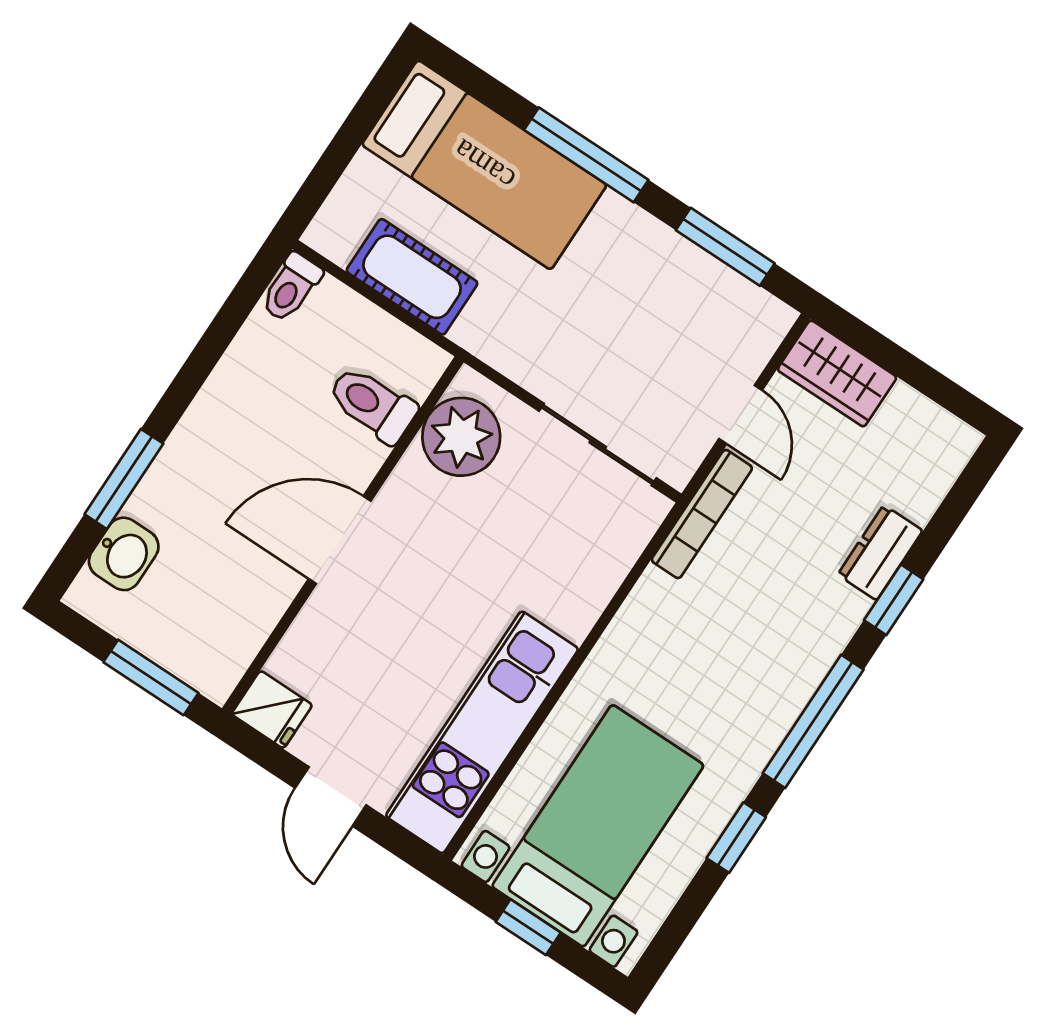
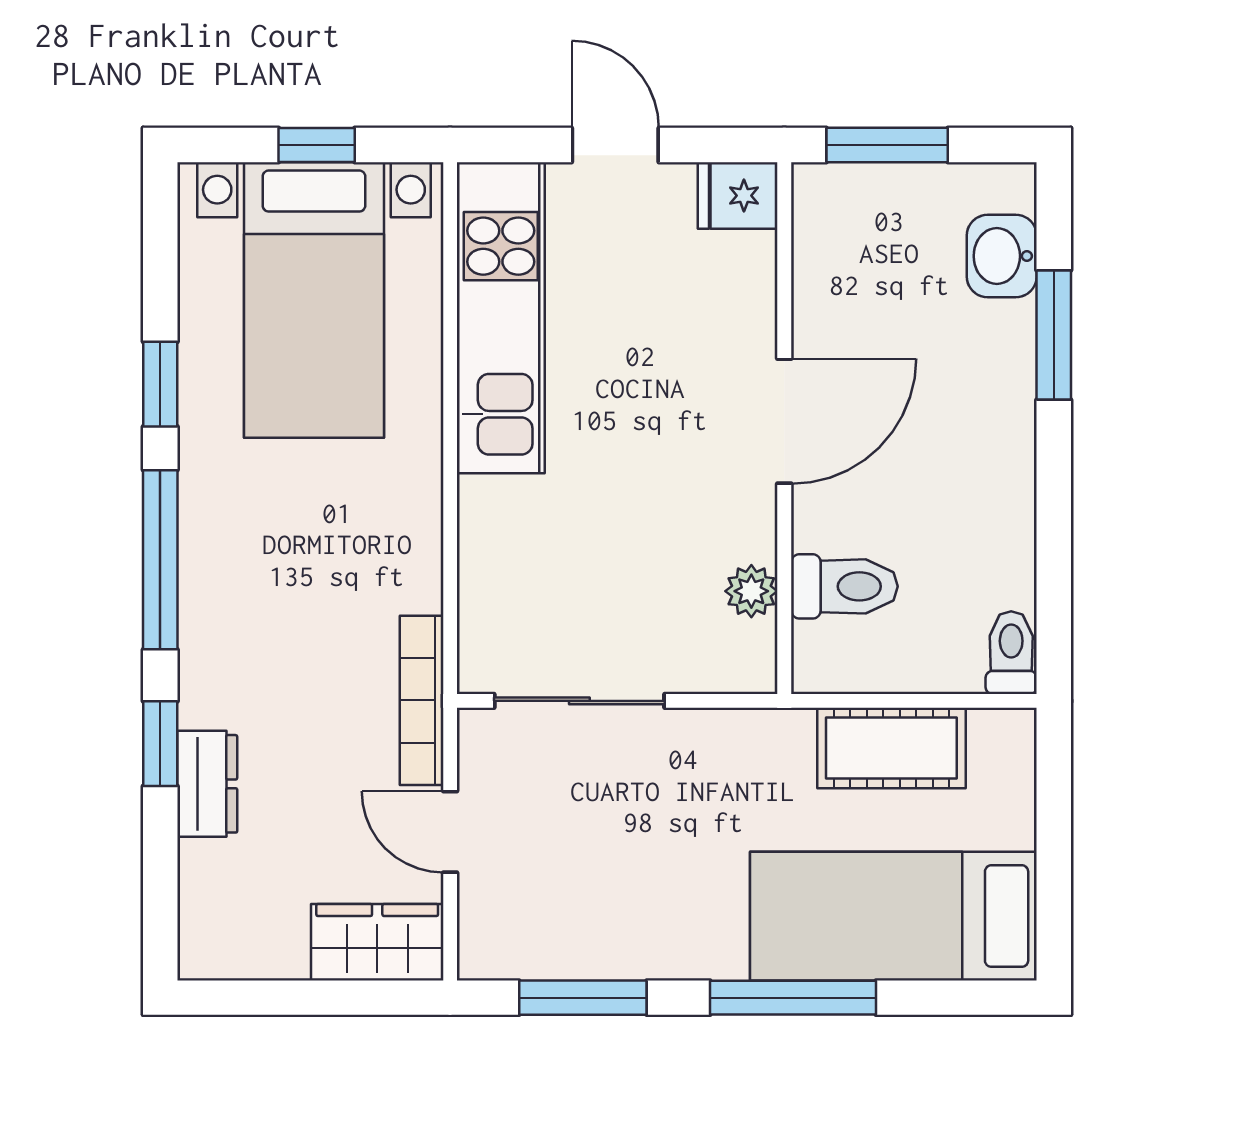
plant: (461, 437) -> (751, 591), width x0.53, depth x0.53

